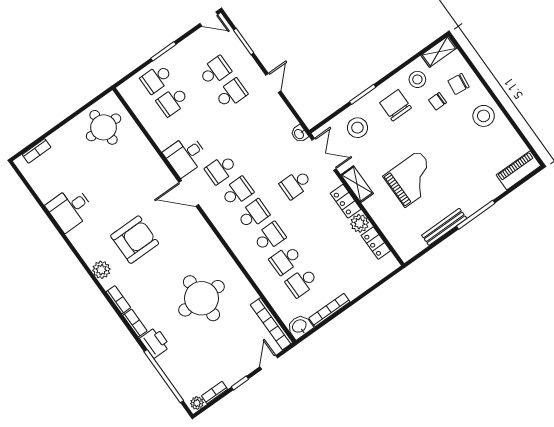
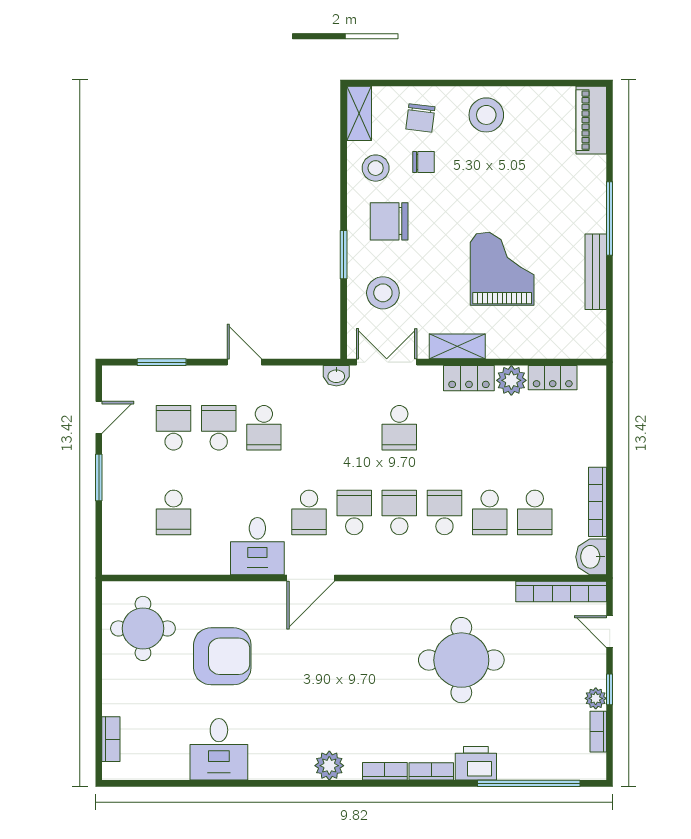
door: (209, 19) -> (99, 417), moved
school desk: (156, 79) -> (264, 428), moved
chair: (438, 101) -> (424, 162), turned -90
armchair: (135, 240) -> (222, 656), moved, turned 90
plant: (197, 403) -> (596, 698), moved

